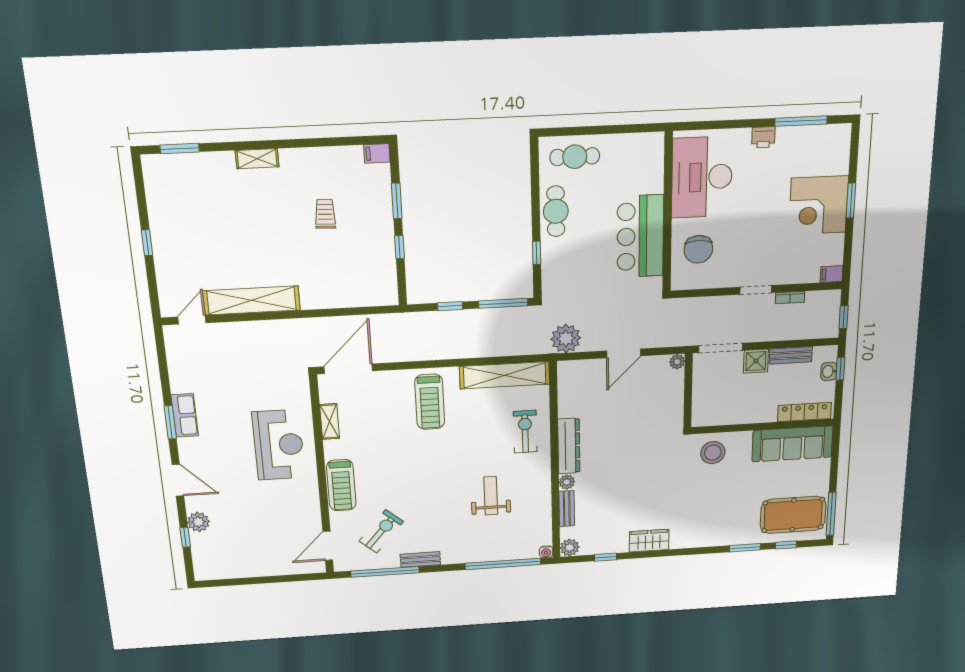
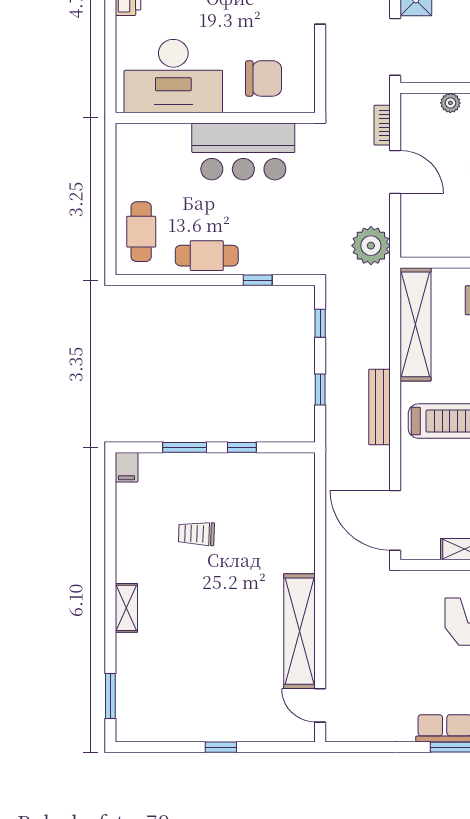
window: (503, 303) -> (320, 323), width x0.46
bookcase: (660, 342) -> (382, 125), added
bench: (438, 352) -> (379, 407), added
plant: (677, 362) -> (450, 103), moved

